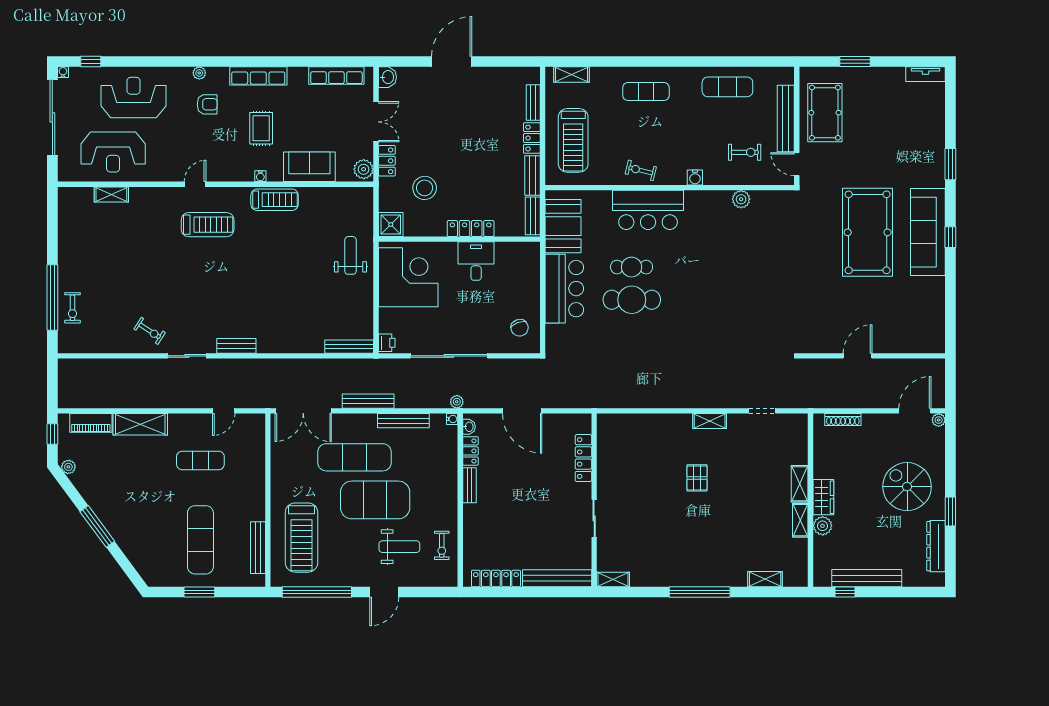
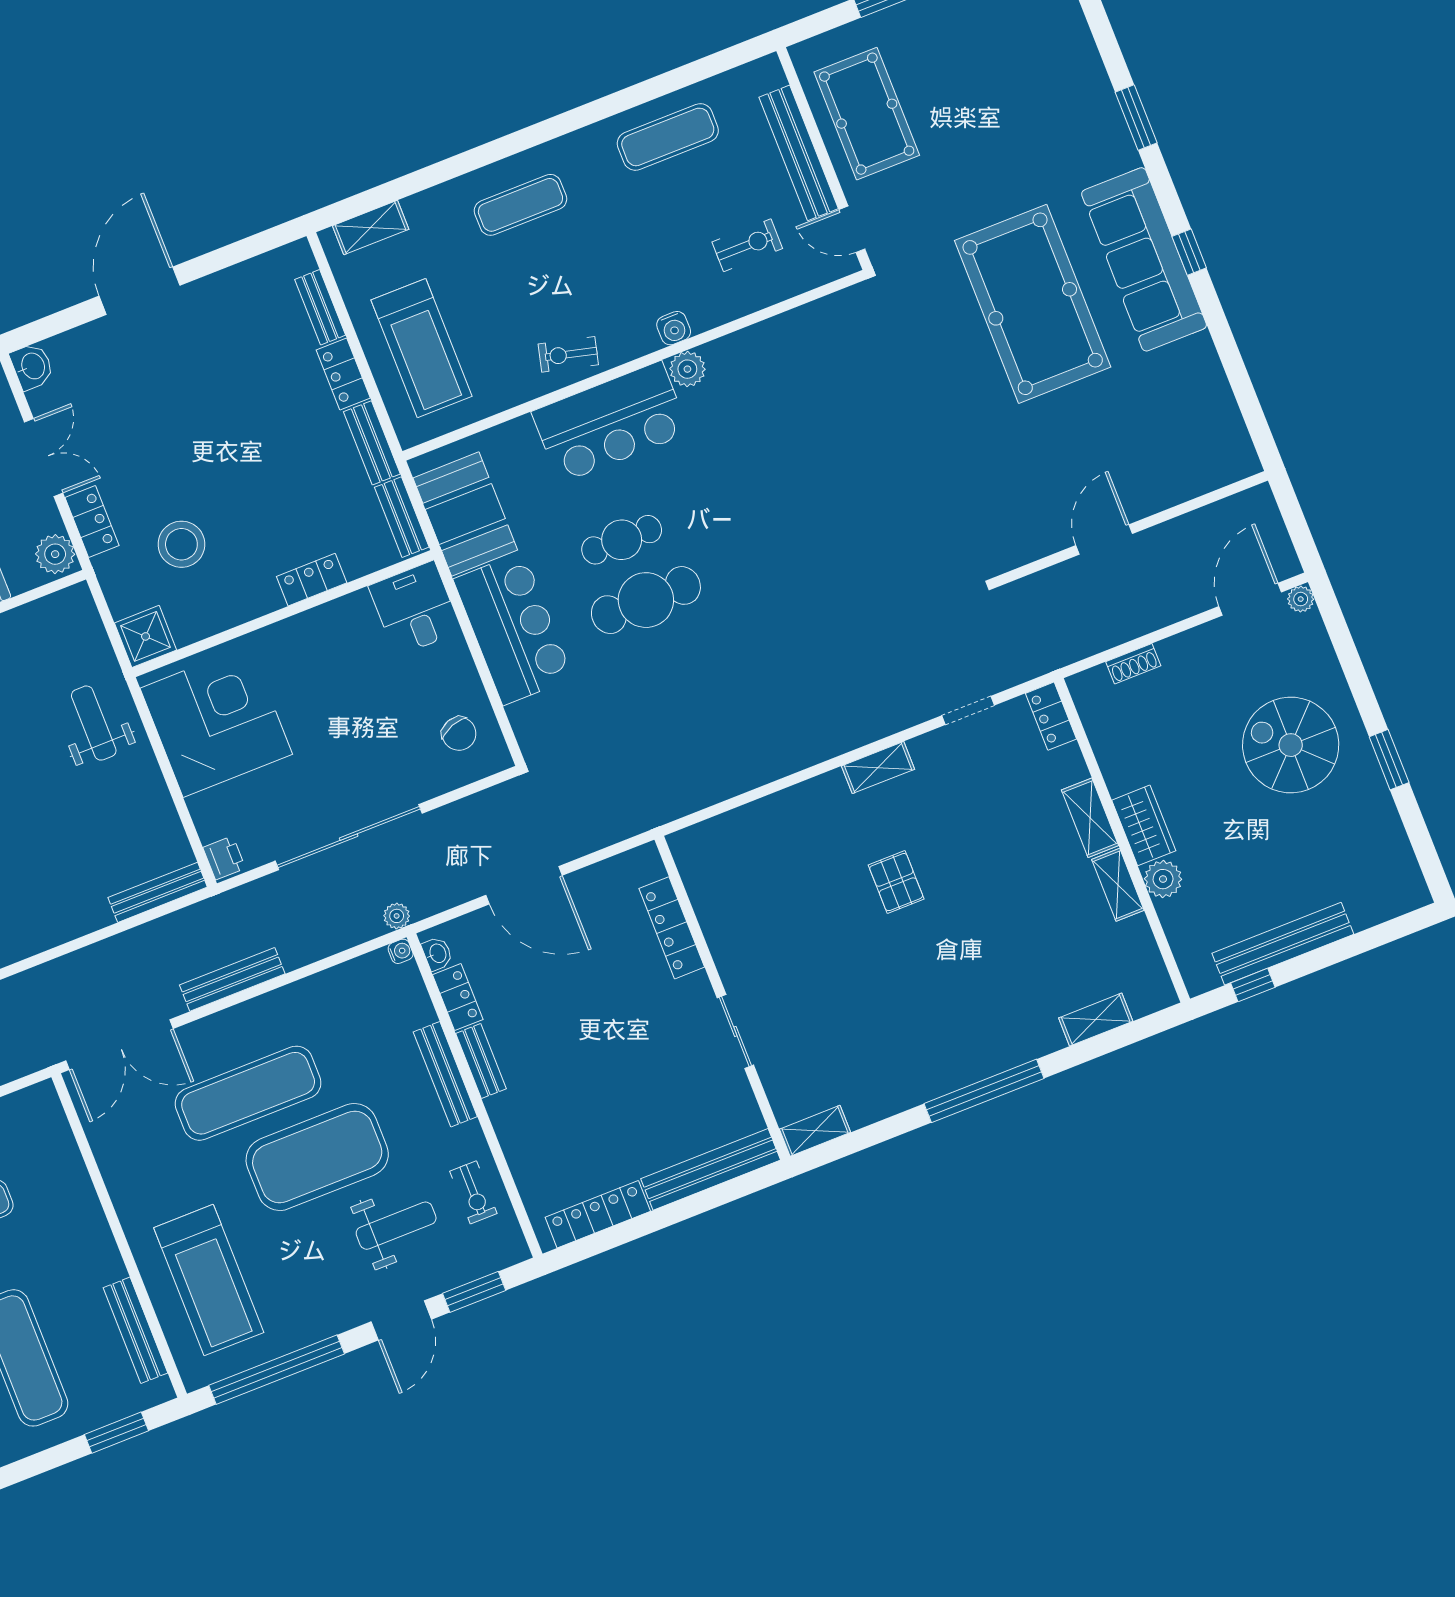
plant: (741, 199) -> (687, 369), moved
locker: (471, 229) -> (312, 580), width x0.66
desk: (476, 261) -> (415, 608), moved
shoe rack: (843, 420) -> (1133, 664), width x0.70
bench: (403, 421) -> (445, 1074), moved, turned 90
locker: (800, 429) -> (1051, 716), added
dresser: (936, 546) -> (1388, 834), removed
window: (199, 592) -> (117, 1433), moved
window: (424, 592) -> (474, 1292), added

